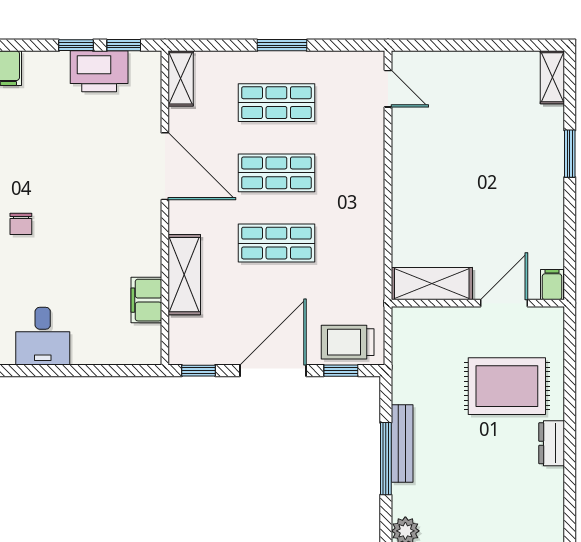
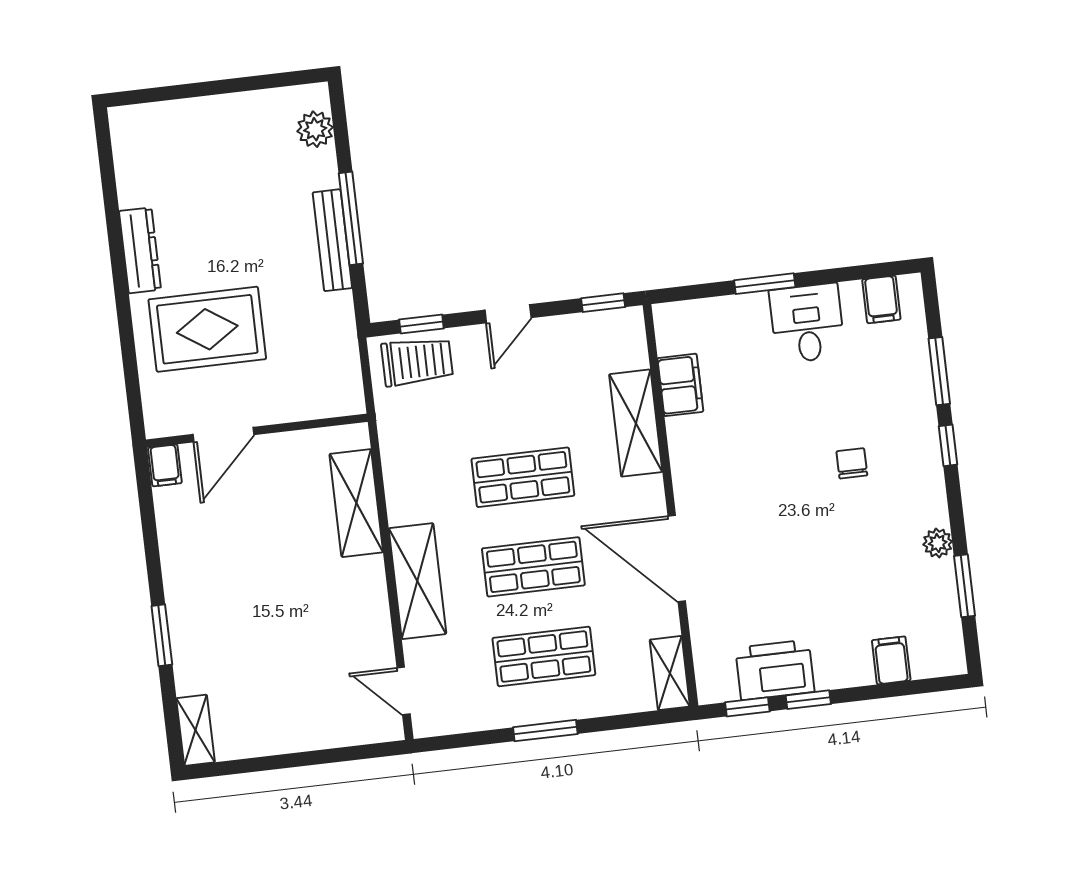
shelving: (367, 172) -> (417, 581), added
shelving: (432, 284) -> (356, 503), moved, turned 90
window: (72, 371) -> (765, 284), added
door: (273, 371) -> (508, 314), width x0.53
dresser: (552, 443) -> (140, 250), width x1.44

